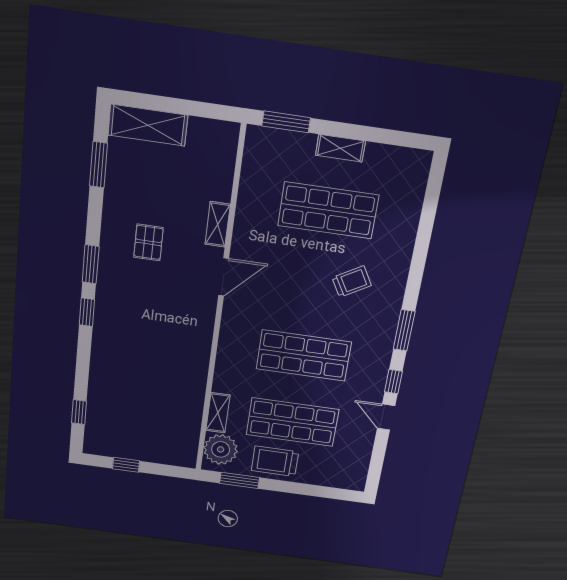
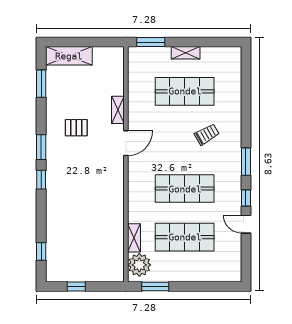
pallet: (148, 242) -> (76, 128), turned 90
trolley: (275, 461) -> (177, 268), removed

